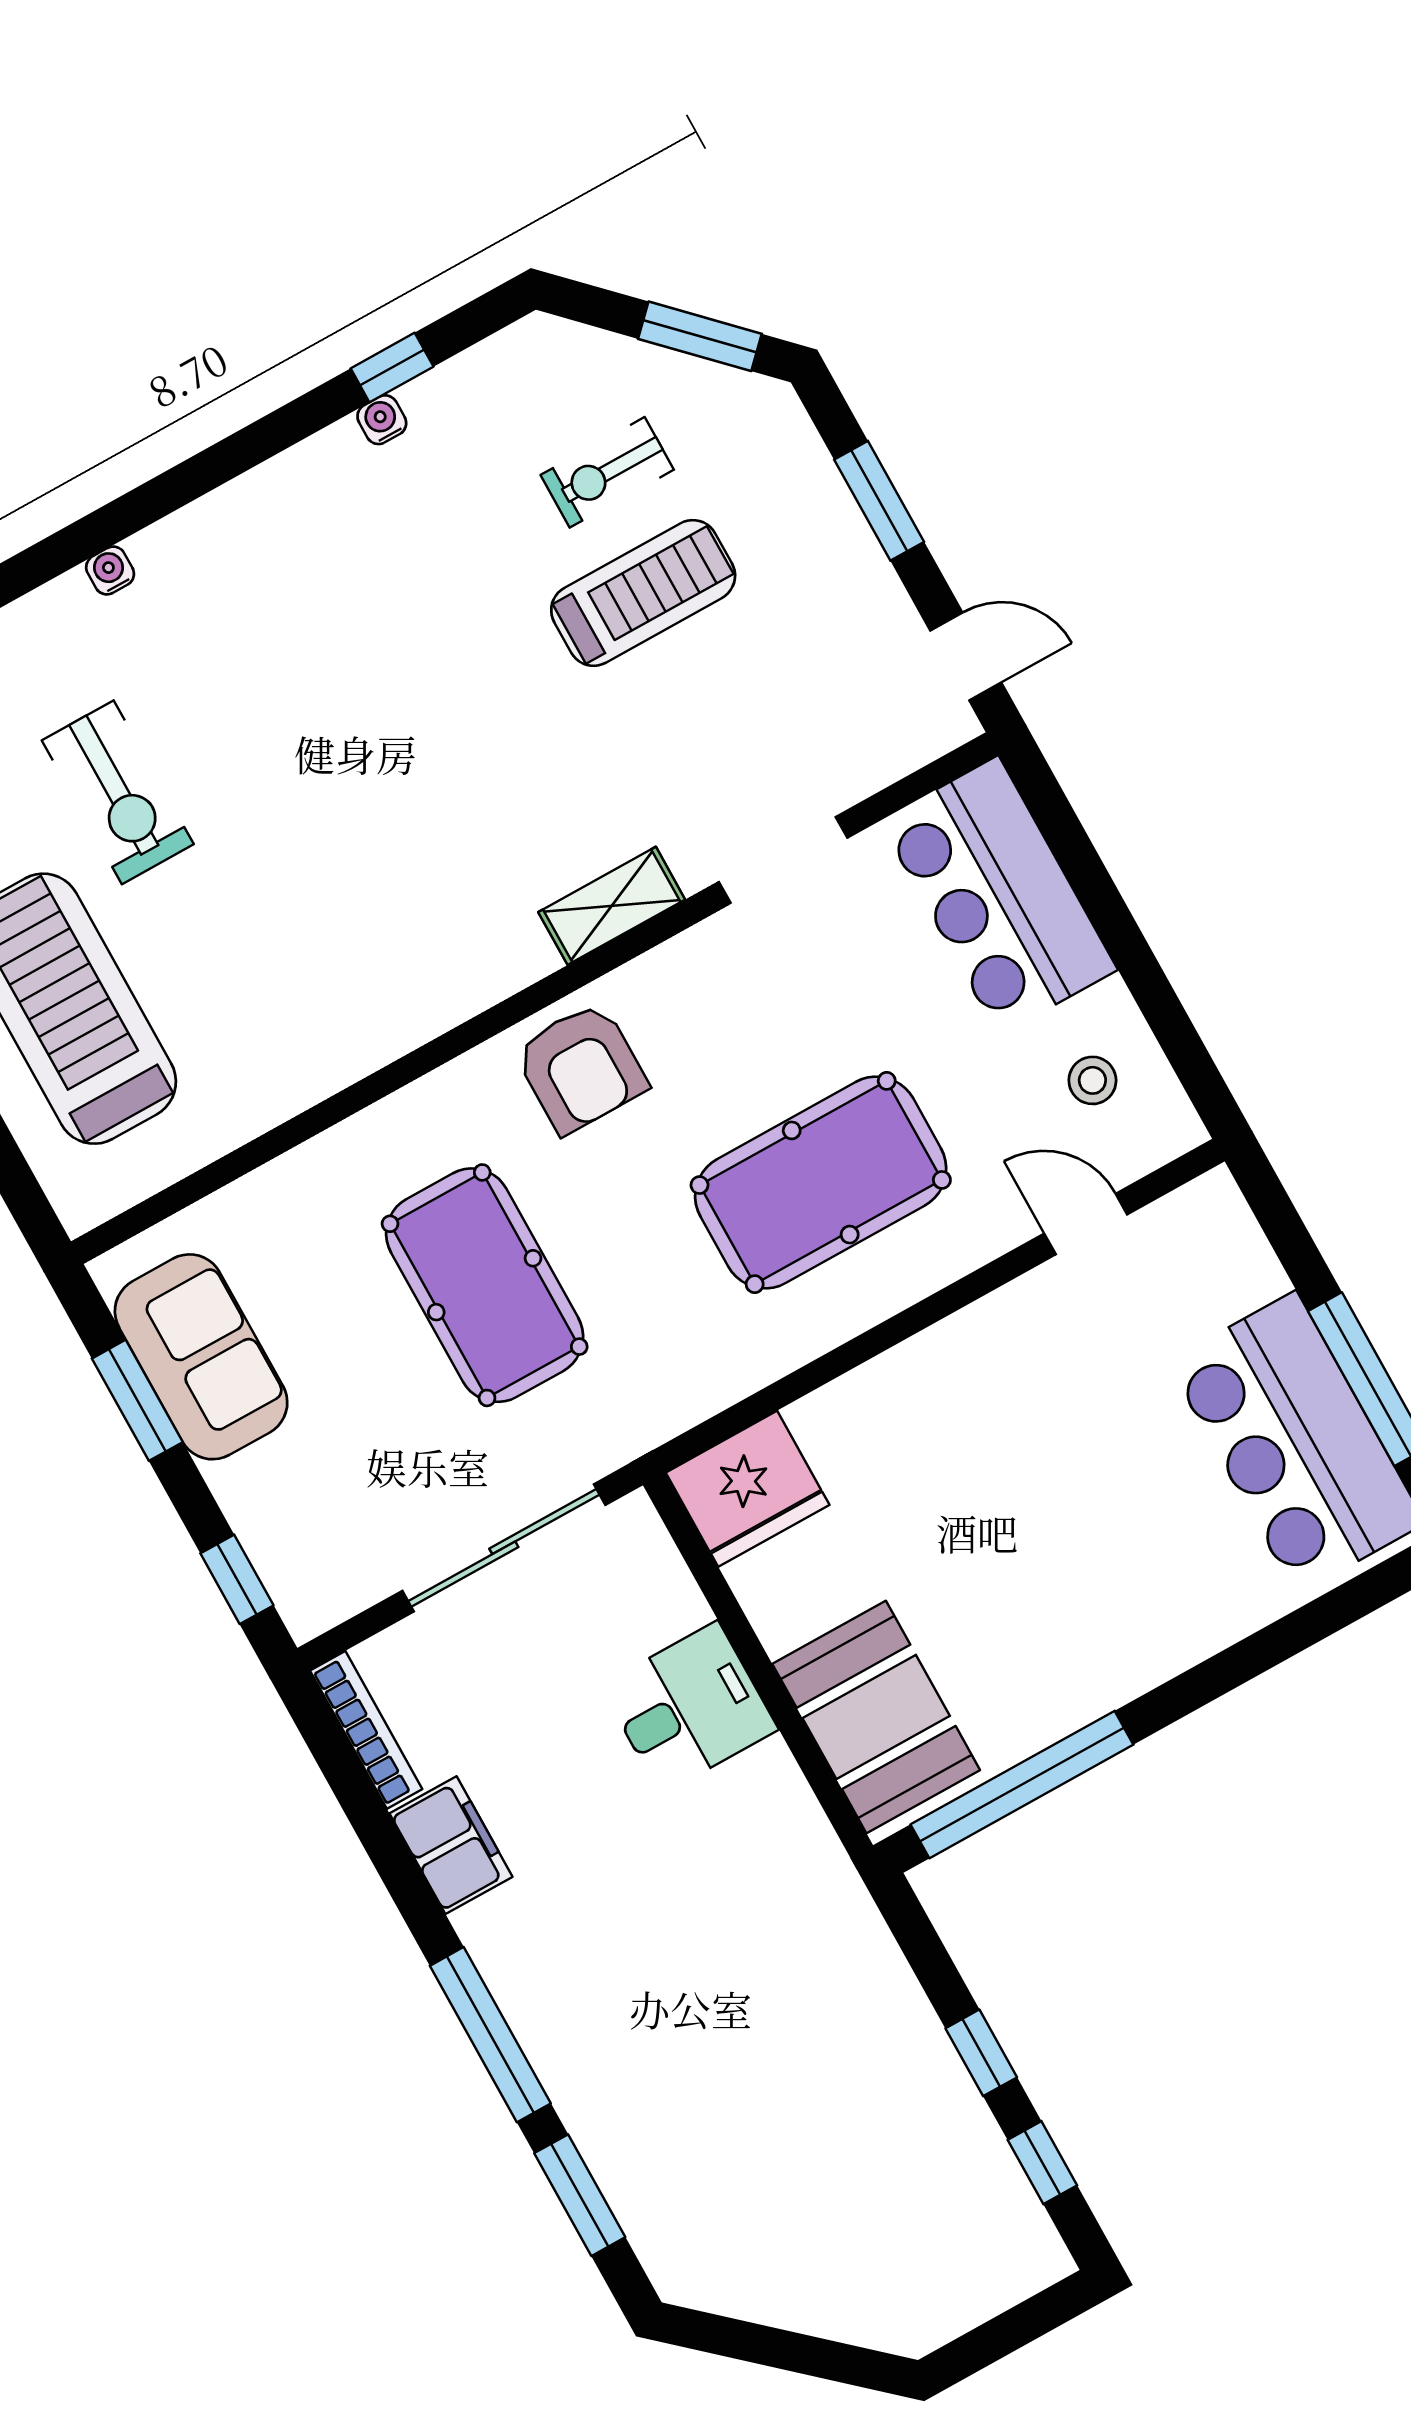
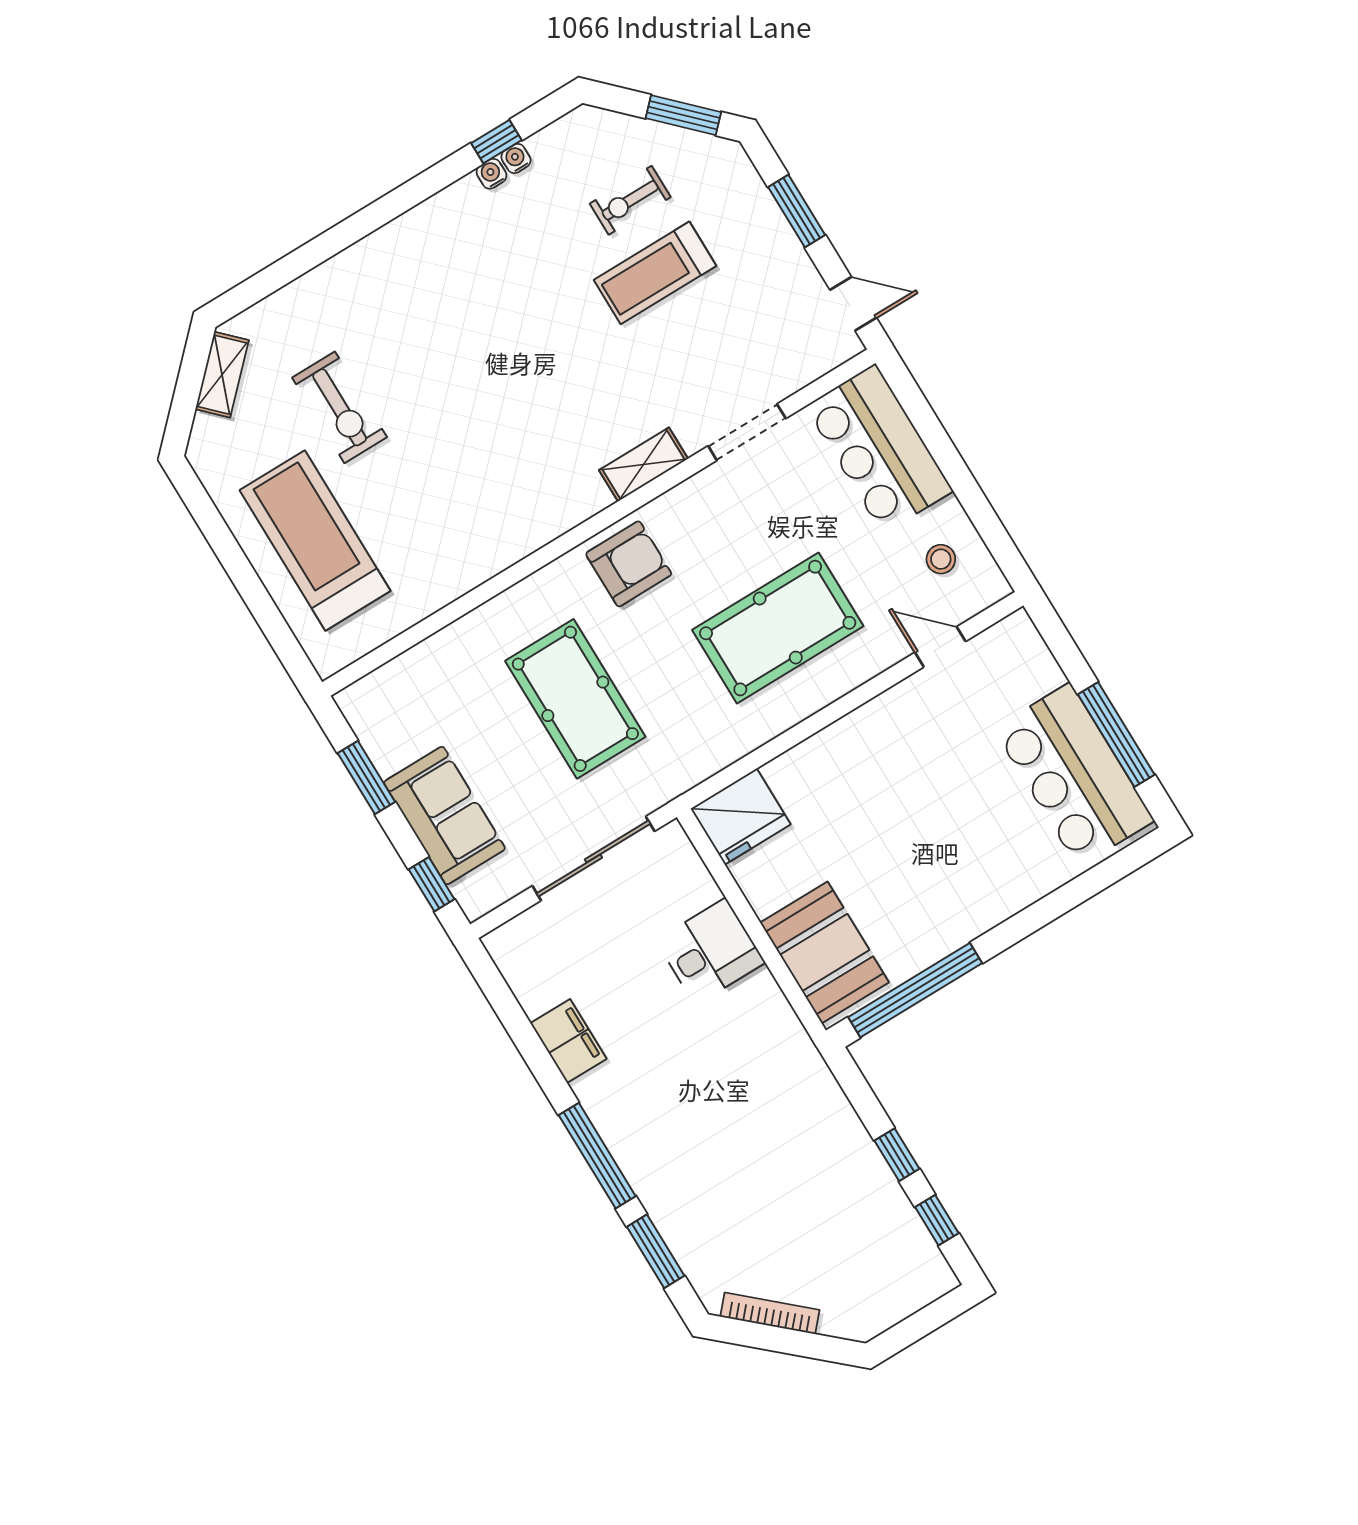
water cooler: (110, 571) -> (516, 159), moved
treadmill: (643, 593) -> (655, 273), turned 180
armchair: (581, 1068) -> (629, 564), turned -90
sofa: (201, 1357) -> (445, 815), moved
bookcase: (366, 1730) -> (770, 1313), moved, turned -48

